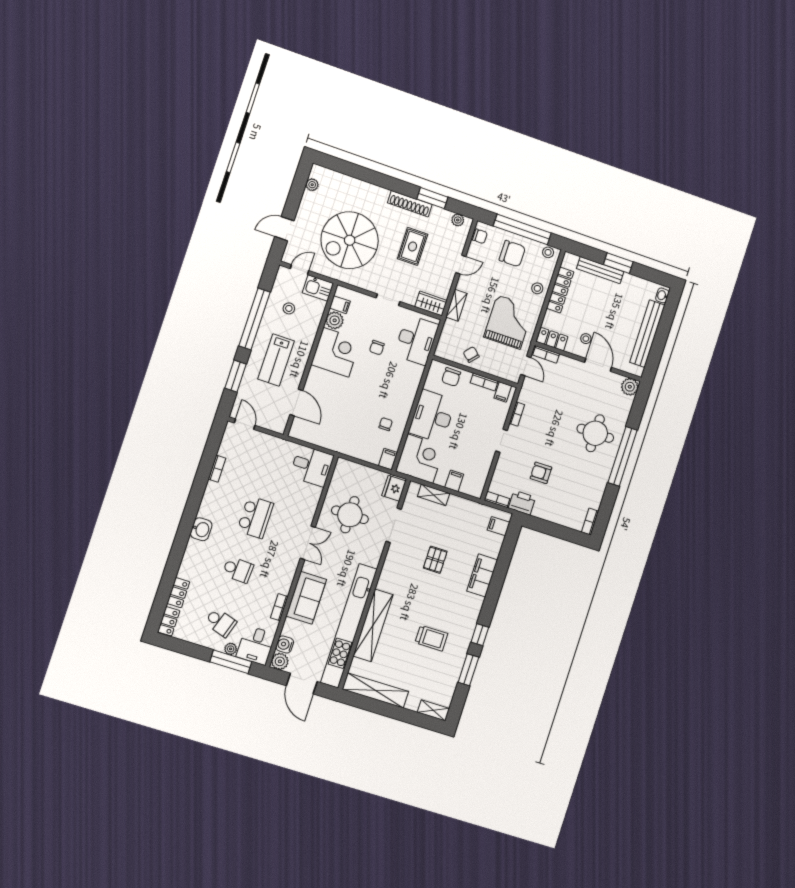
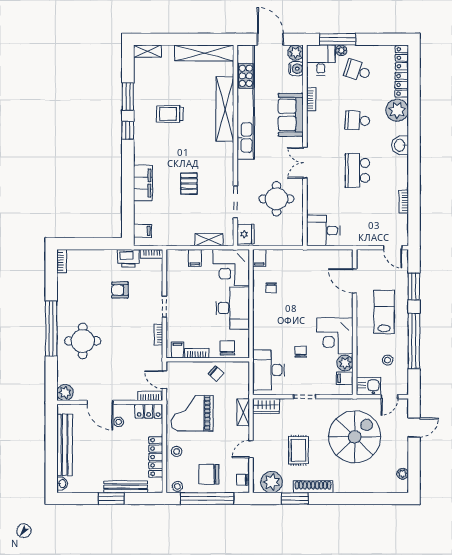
plant: (458, 220) -> (272, 482), width x1.88, depth x1.88
grand piano: (509, 322) -> (192, 413), turned 90
armchair: (541, 473) -> (120, 290), turned 180
plant: (192, 567) -> (397, 110), added

